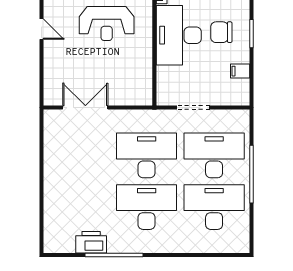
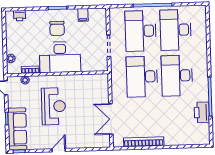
bookcase: (50, 155) -> (144, 142), added

